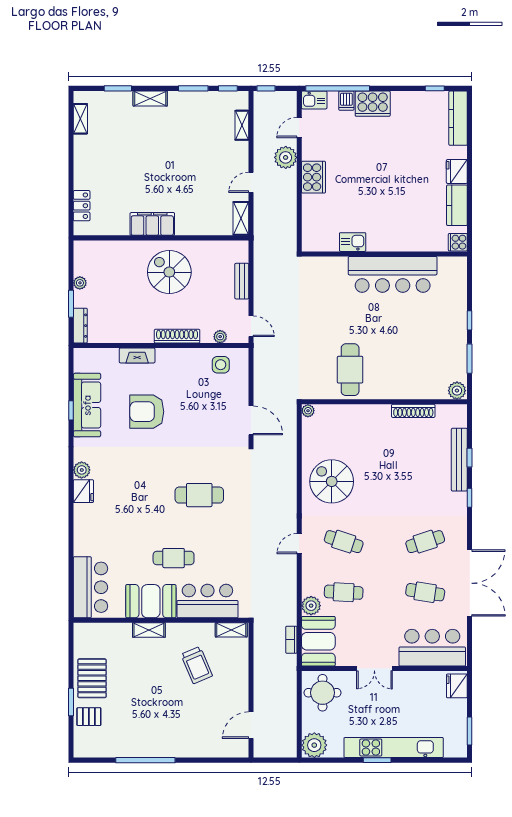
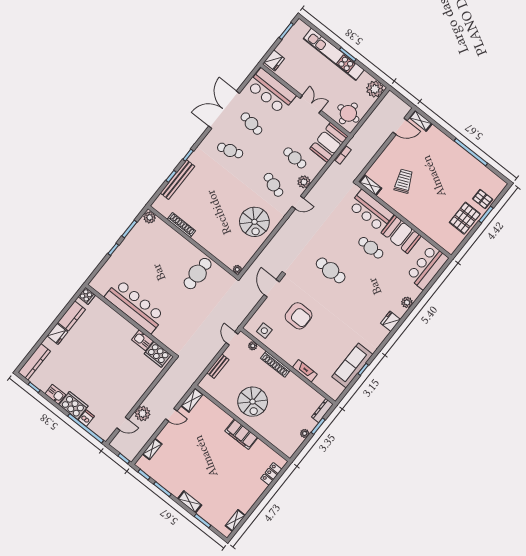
kitchen sink: (314, 100) -> (55, 394), moved
cooker: (314, 177) -> (158, 354), moved, turned -90
armchair: (147, 412) -> (299, 316), moved
plant: (82, 470) -> (407, 302), moved
plant: (311, 606) -> (304, 182), moved
shelving: (149, 630) -> (421, 121), moved

